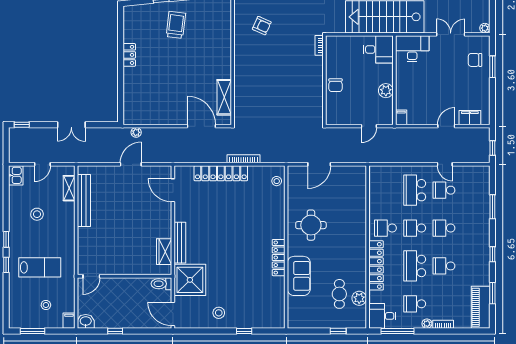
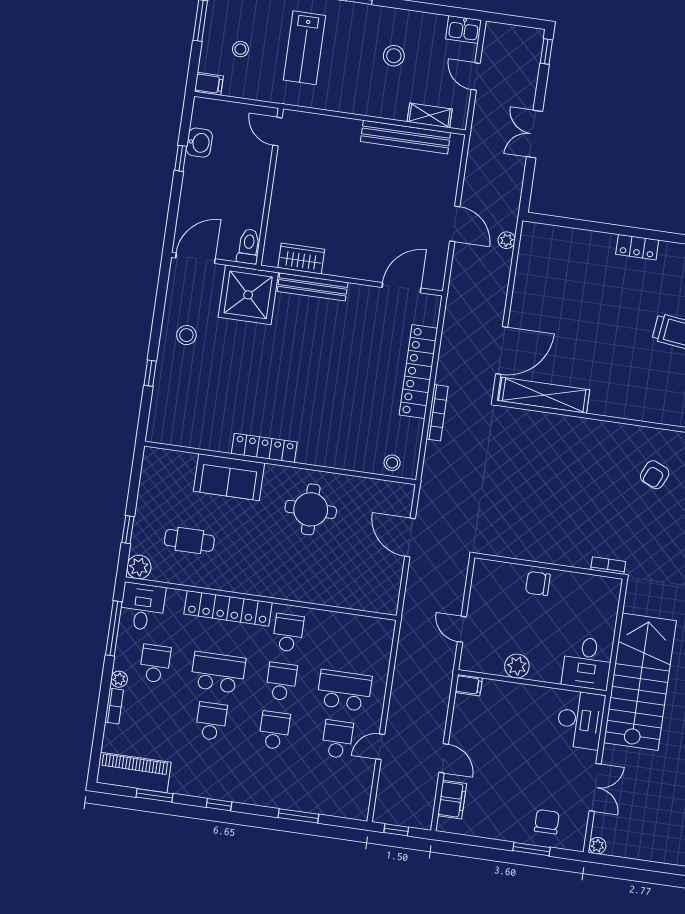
shelving: (224, 97) -> (544, 395), width x1.47
plant: (359, 298) -> (139, 567), moved
washbasin: (86, 321) -> (199, 143), moved

